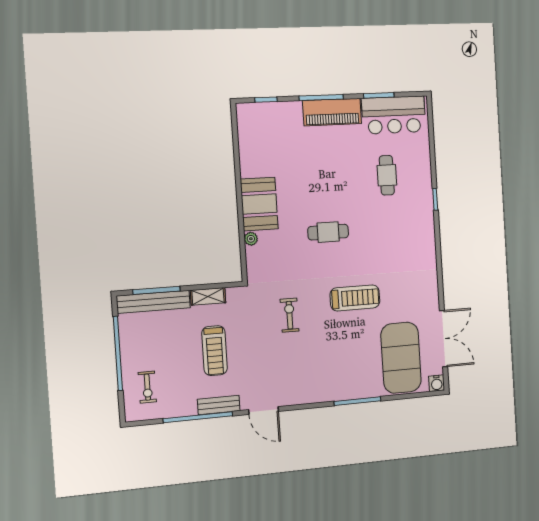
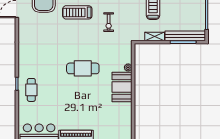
cafe table: (387, 175) -> (31, 90), moved
cafe table: (328, 232) -> (83, 68), width x1.37, depth x1.35
treadmill: (355, 298) -> (77, 12), moved

